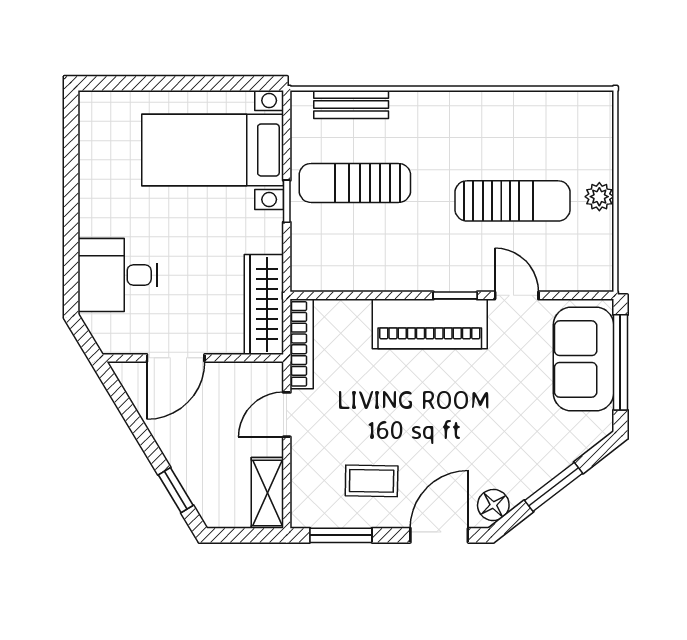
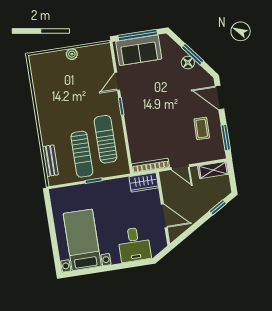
bed with nightstands: (213, 150) -> (82, 240), moved, turned 180
sun lounger: (513, 201) -> (106, 139), moved
wardrobe: (264, 304) -> (144, 182), width x0.67
piano: (430, 324) -> (134, 115), removed
floor lamp: (493, 505) -> (188, 63), moved

